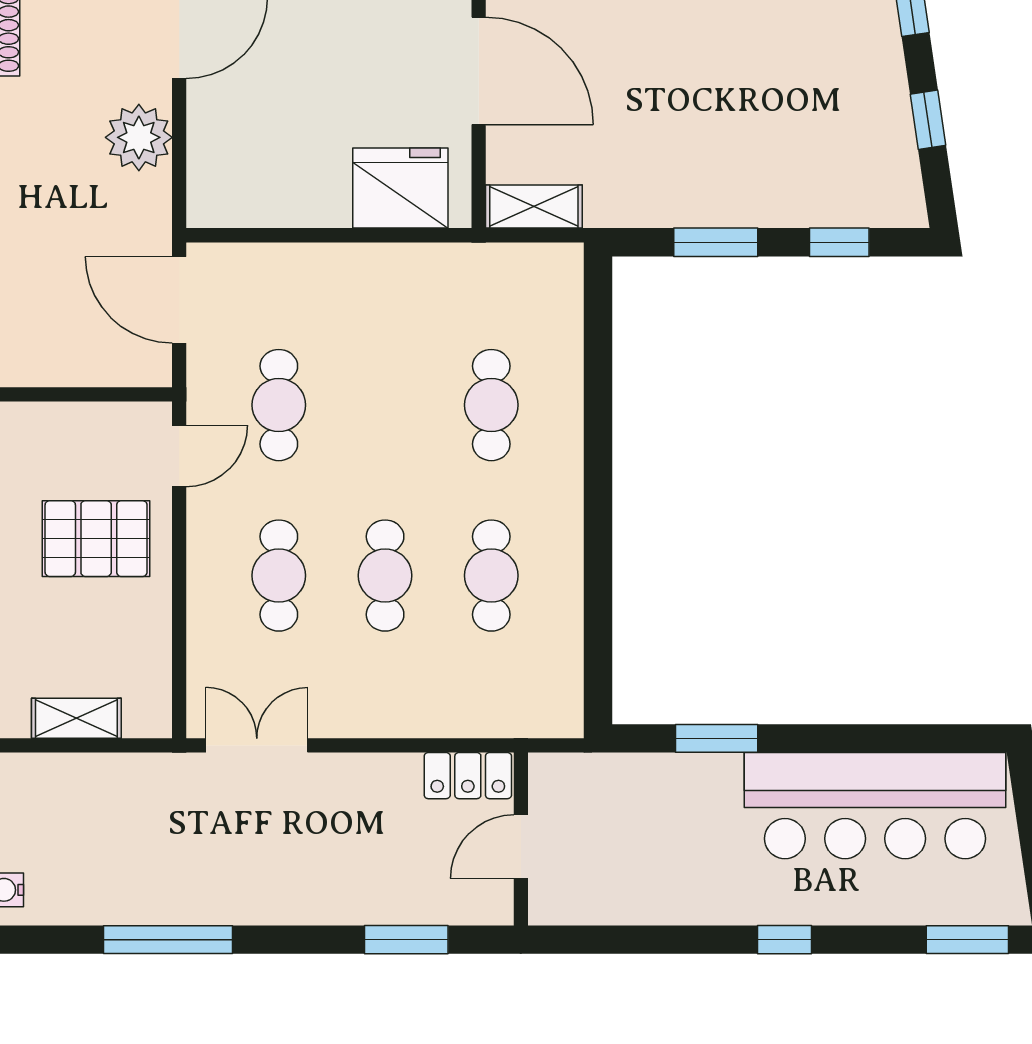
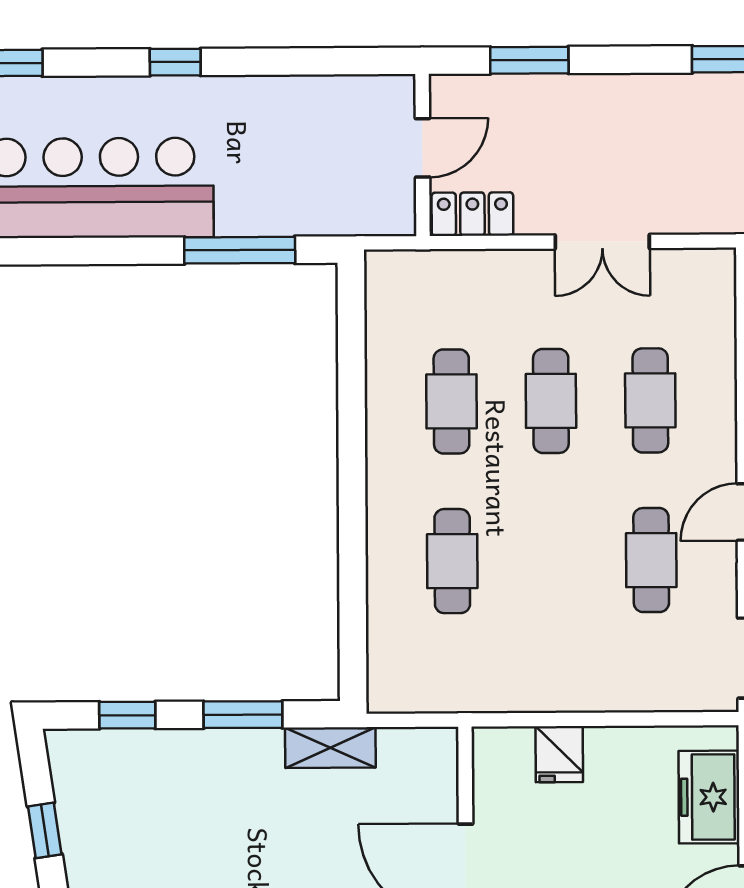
freezer: (218, 152) -> (709, 797), added
fridge: (400, 188) -> (559, 754), width x0.53, depth x0.75
shelving: (534, 207) -> (330, 748), moved
window: (717, 738) -> (240, 250), width x1.44
double door: (257, 745) -> (602, 242), moved

